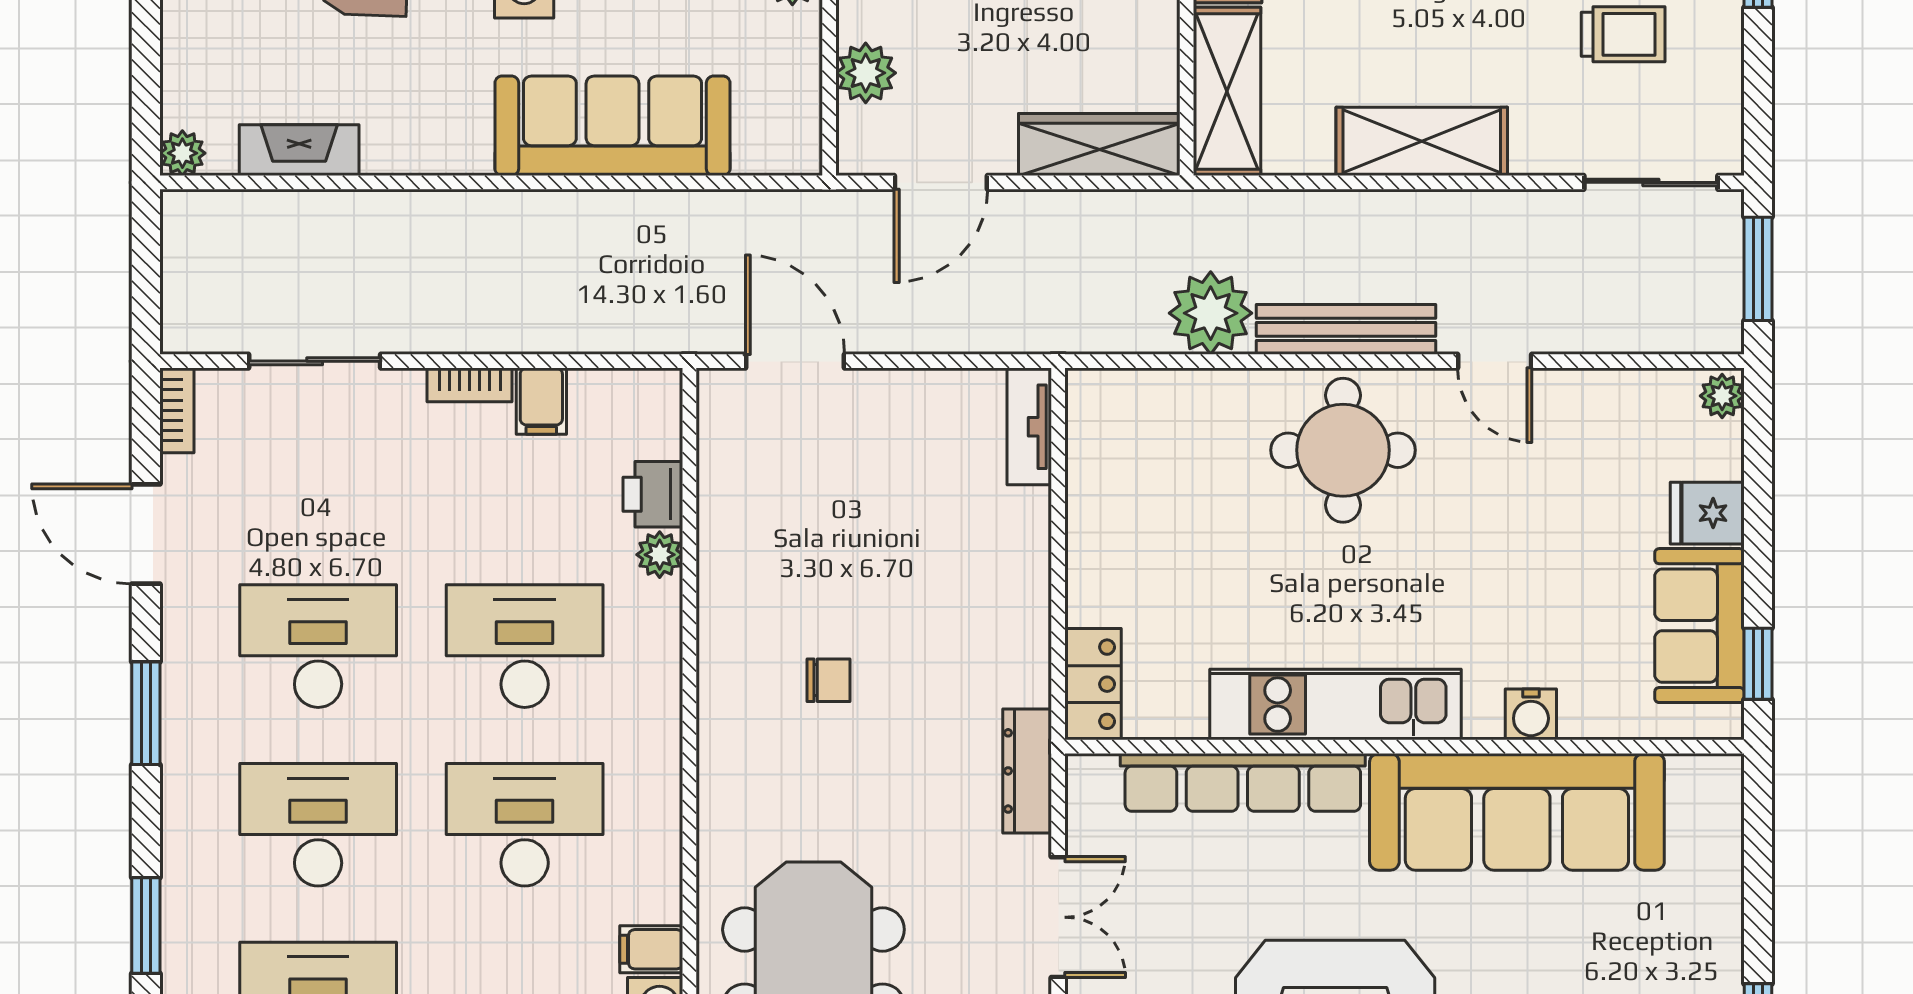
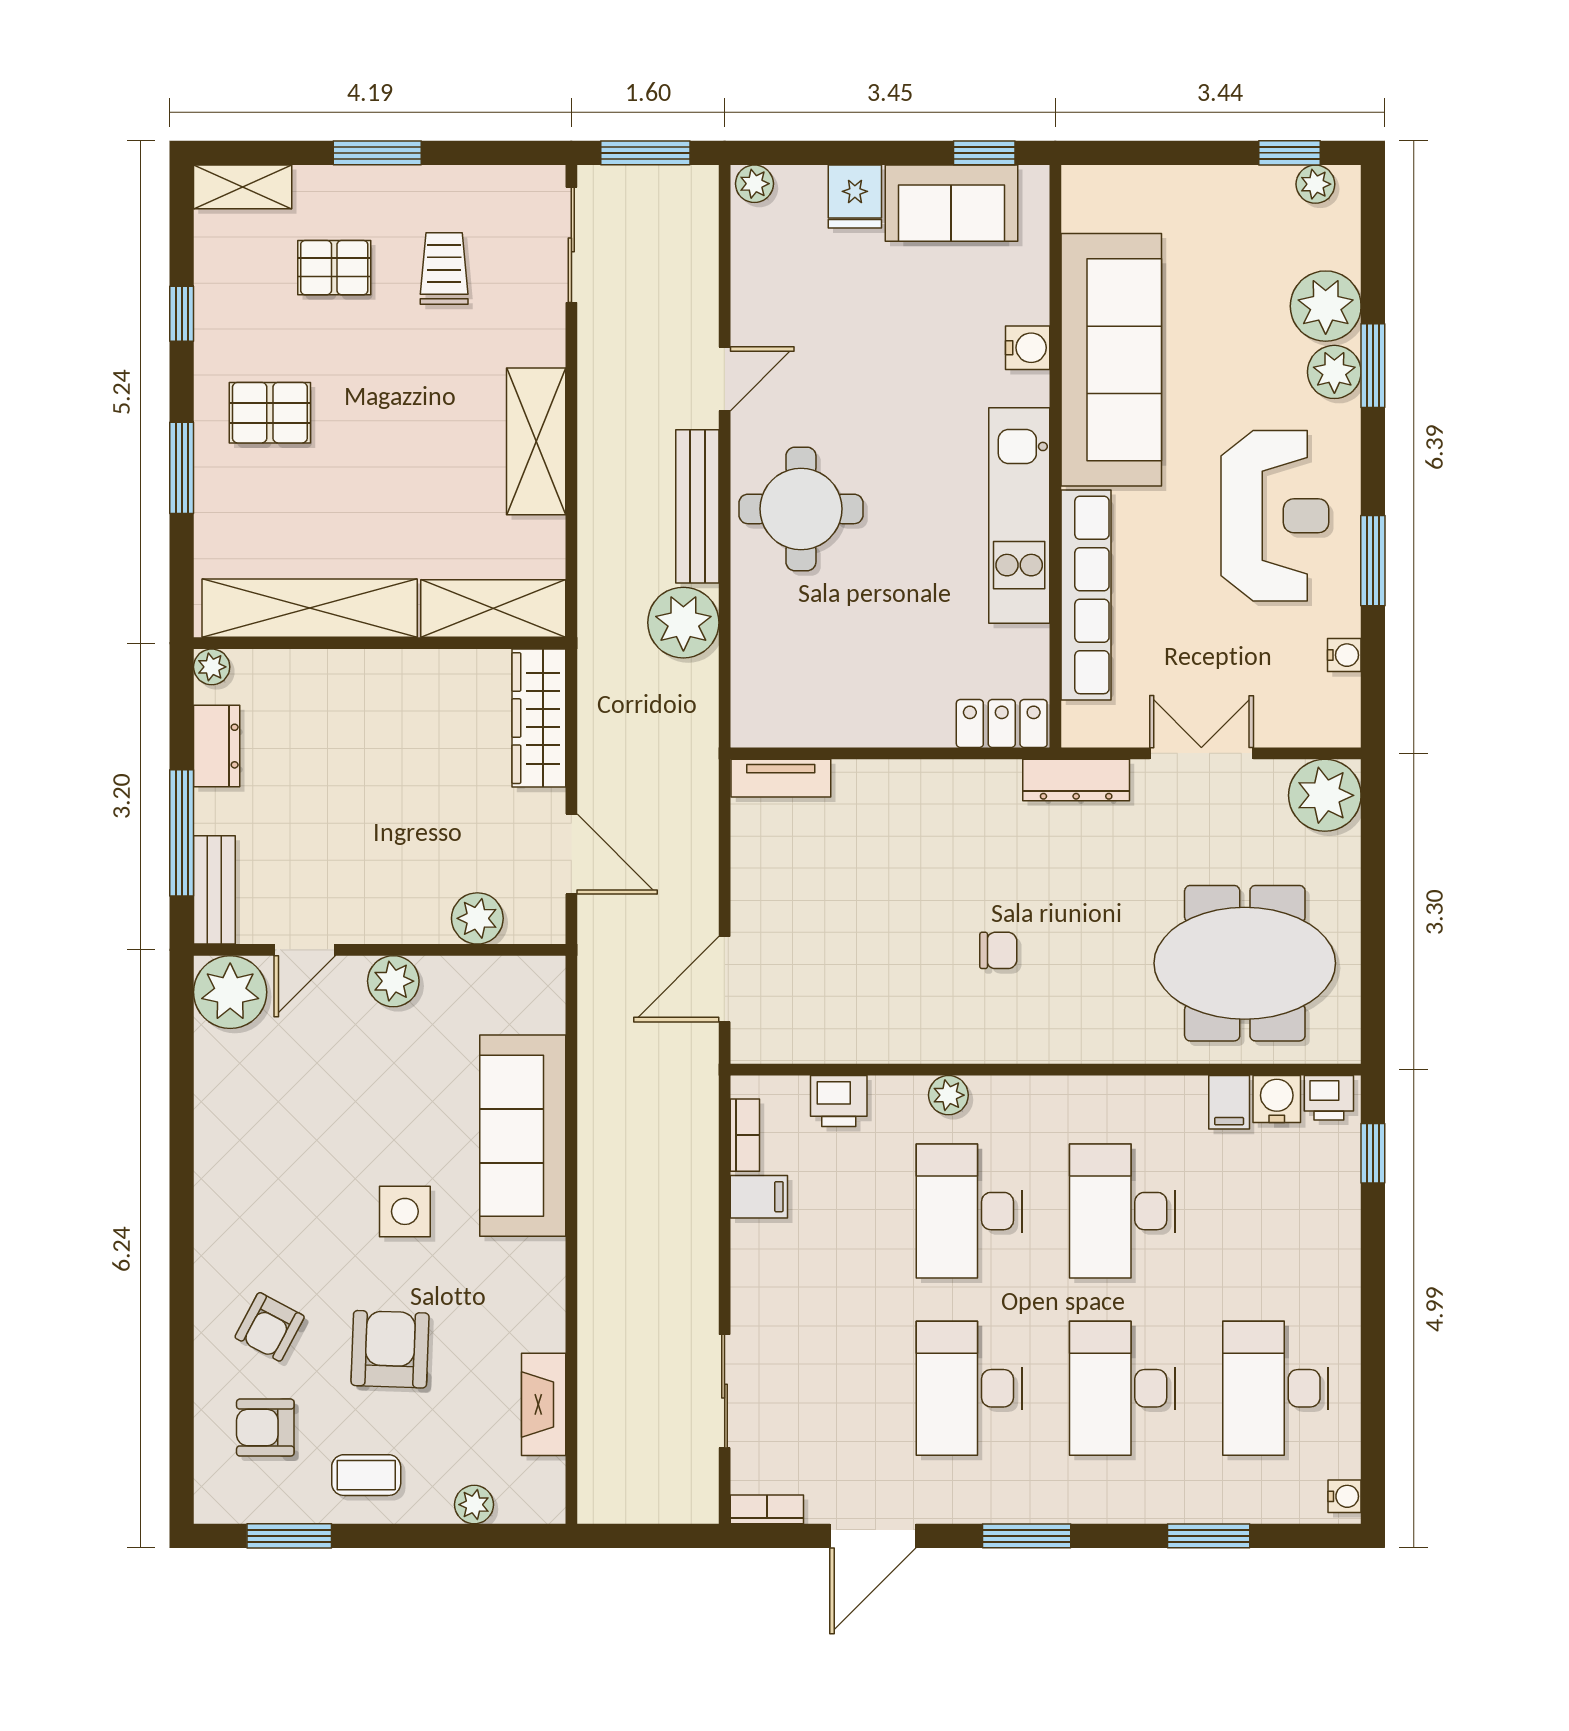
plant: (182, 153) -> (474, 1505), moved
bookcase: (470, 385) -> (745, 1135), moved
plant: (660, 555) -> (948, 1095), moved
chair: (828, 680) -> (998, 950), turned 90

